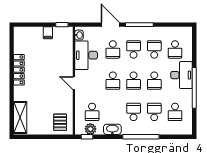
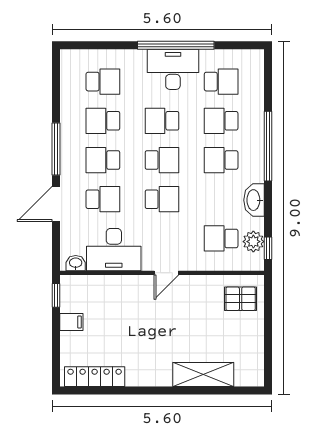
locker: (19, 70) -> (95, 377), moved
desk: (181, 75) -> (173, 69), moved
school desk: (154, 81) -> (162, 121), turned 180
school desk: (92, 112) -> (221, 238), turned 180
shelving: (20, 117) -> (203, 374), moved

